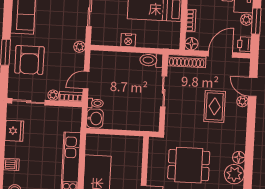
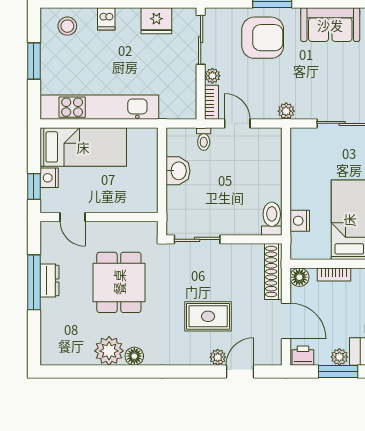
nightstand: (128, 40) -> (300, 221), moved
armchair: (29, 60) -> (263, 38), turned 180
sliding door: (164, 91) -> (197, 239), moved
washbasin: (95, 118) -> (178, 171), moved, turned -90

